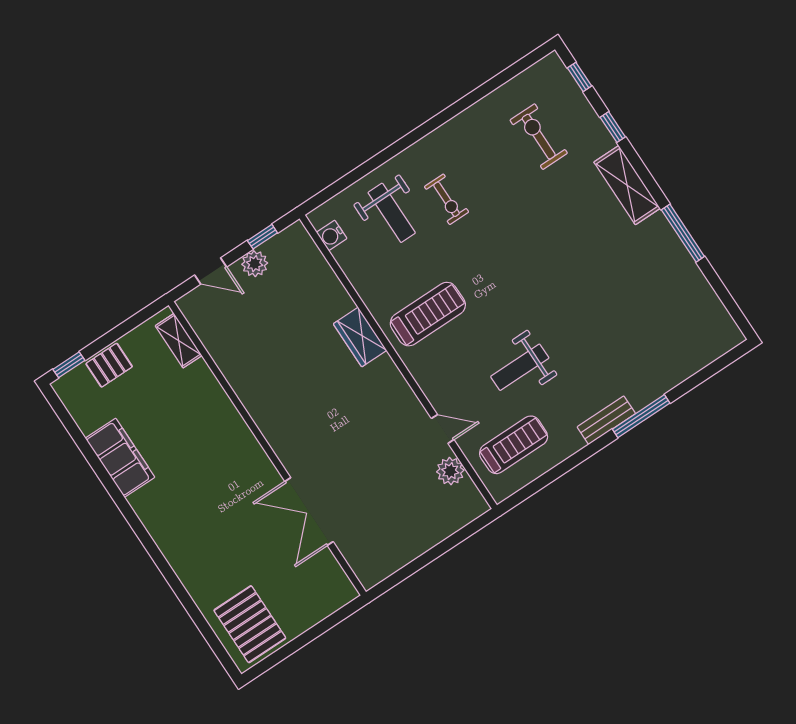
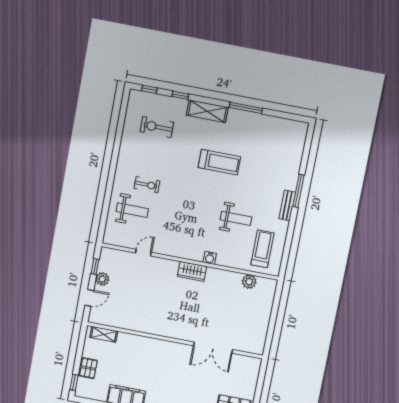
water cooler: (332, 235) -> (210, 258), moved
treadmill: (428, 314) -> (219, 162), moved, turned 90
wardrobe: (360, 337) -> (192, 271), moved
weight bench: (520, 367) -> (236, 218), turned -90
door: (443, 429) -> (143, 253), moved

